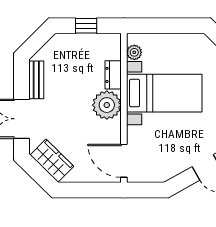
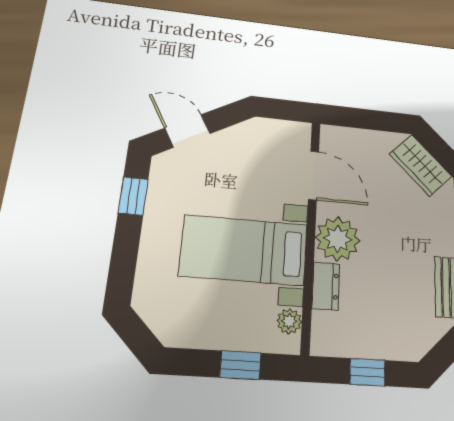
window: (161, 26) -> (240, 365), added
door: (124, 161) -> (314, 175), moved

